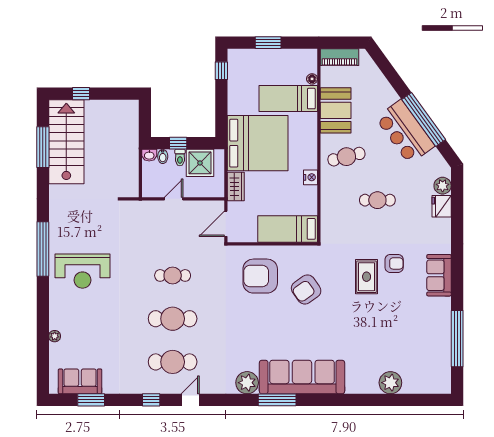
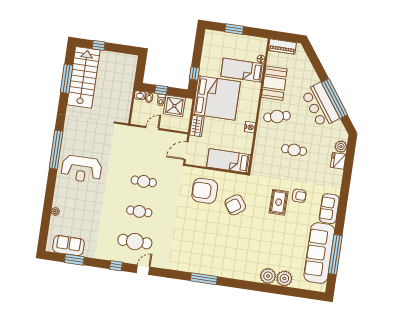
window: (221, 71) -> (194, 74), moved
cafe table: (173, 319) -> (139, 211), width x0.73, depth x0.74
sofa: (302, 377) -> (319, 253), moved, turned -90
plant: (247, 383) -> (268, 276), moved

